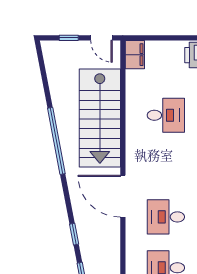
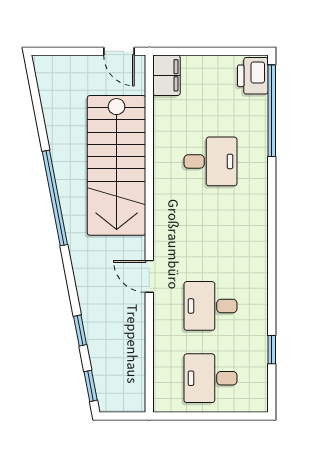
window: (69, 38) -> (73, 51), removed
door: (123, 196) -> (149, 276), width x0.53

